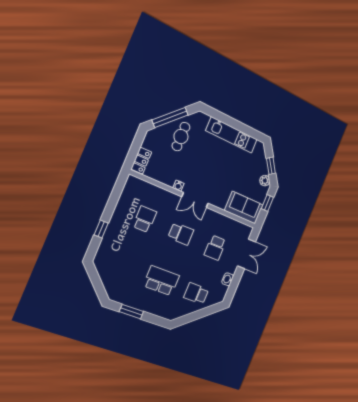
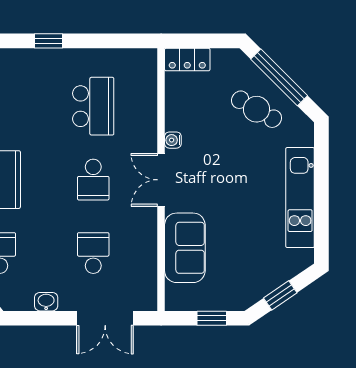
cafe table: (181, 137) -> (257, 109), turned 30
plant: (265, 181) -> (249, 295), removed
sofa: (244, 208) -> (185, 248), moved
school desk: (145, 219) -> (93, 106), width x1.85
school desk: (215, 248) -> (93, 253), turned 90

